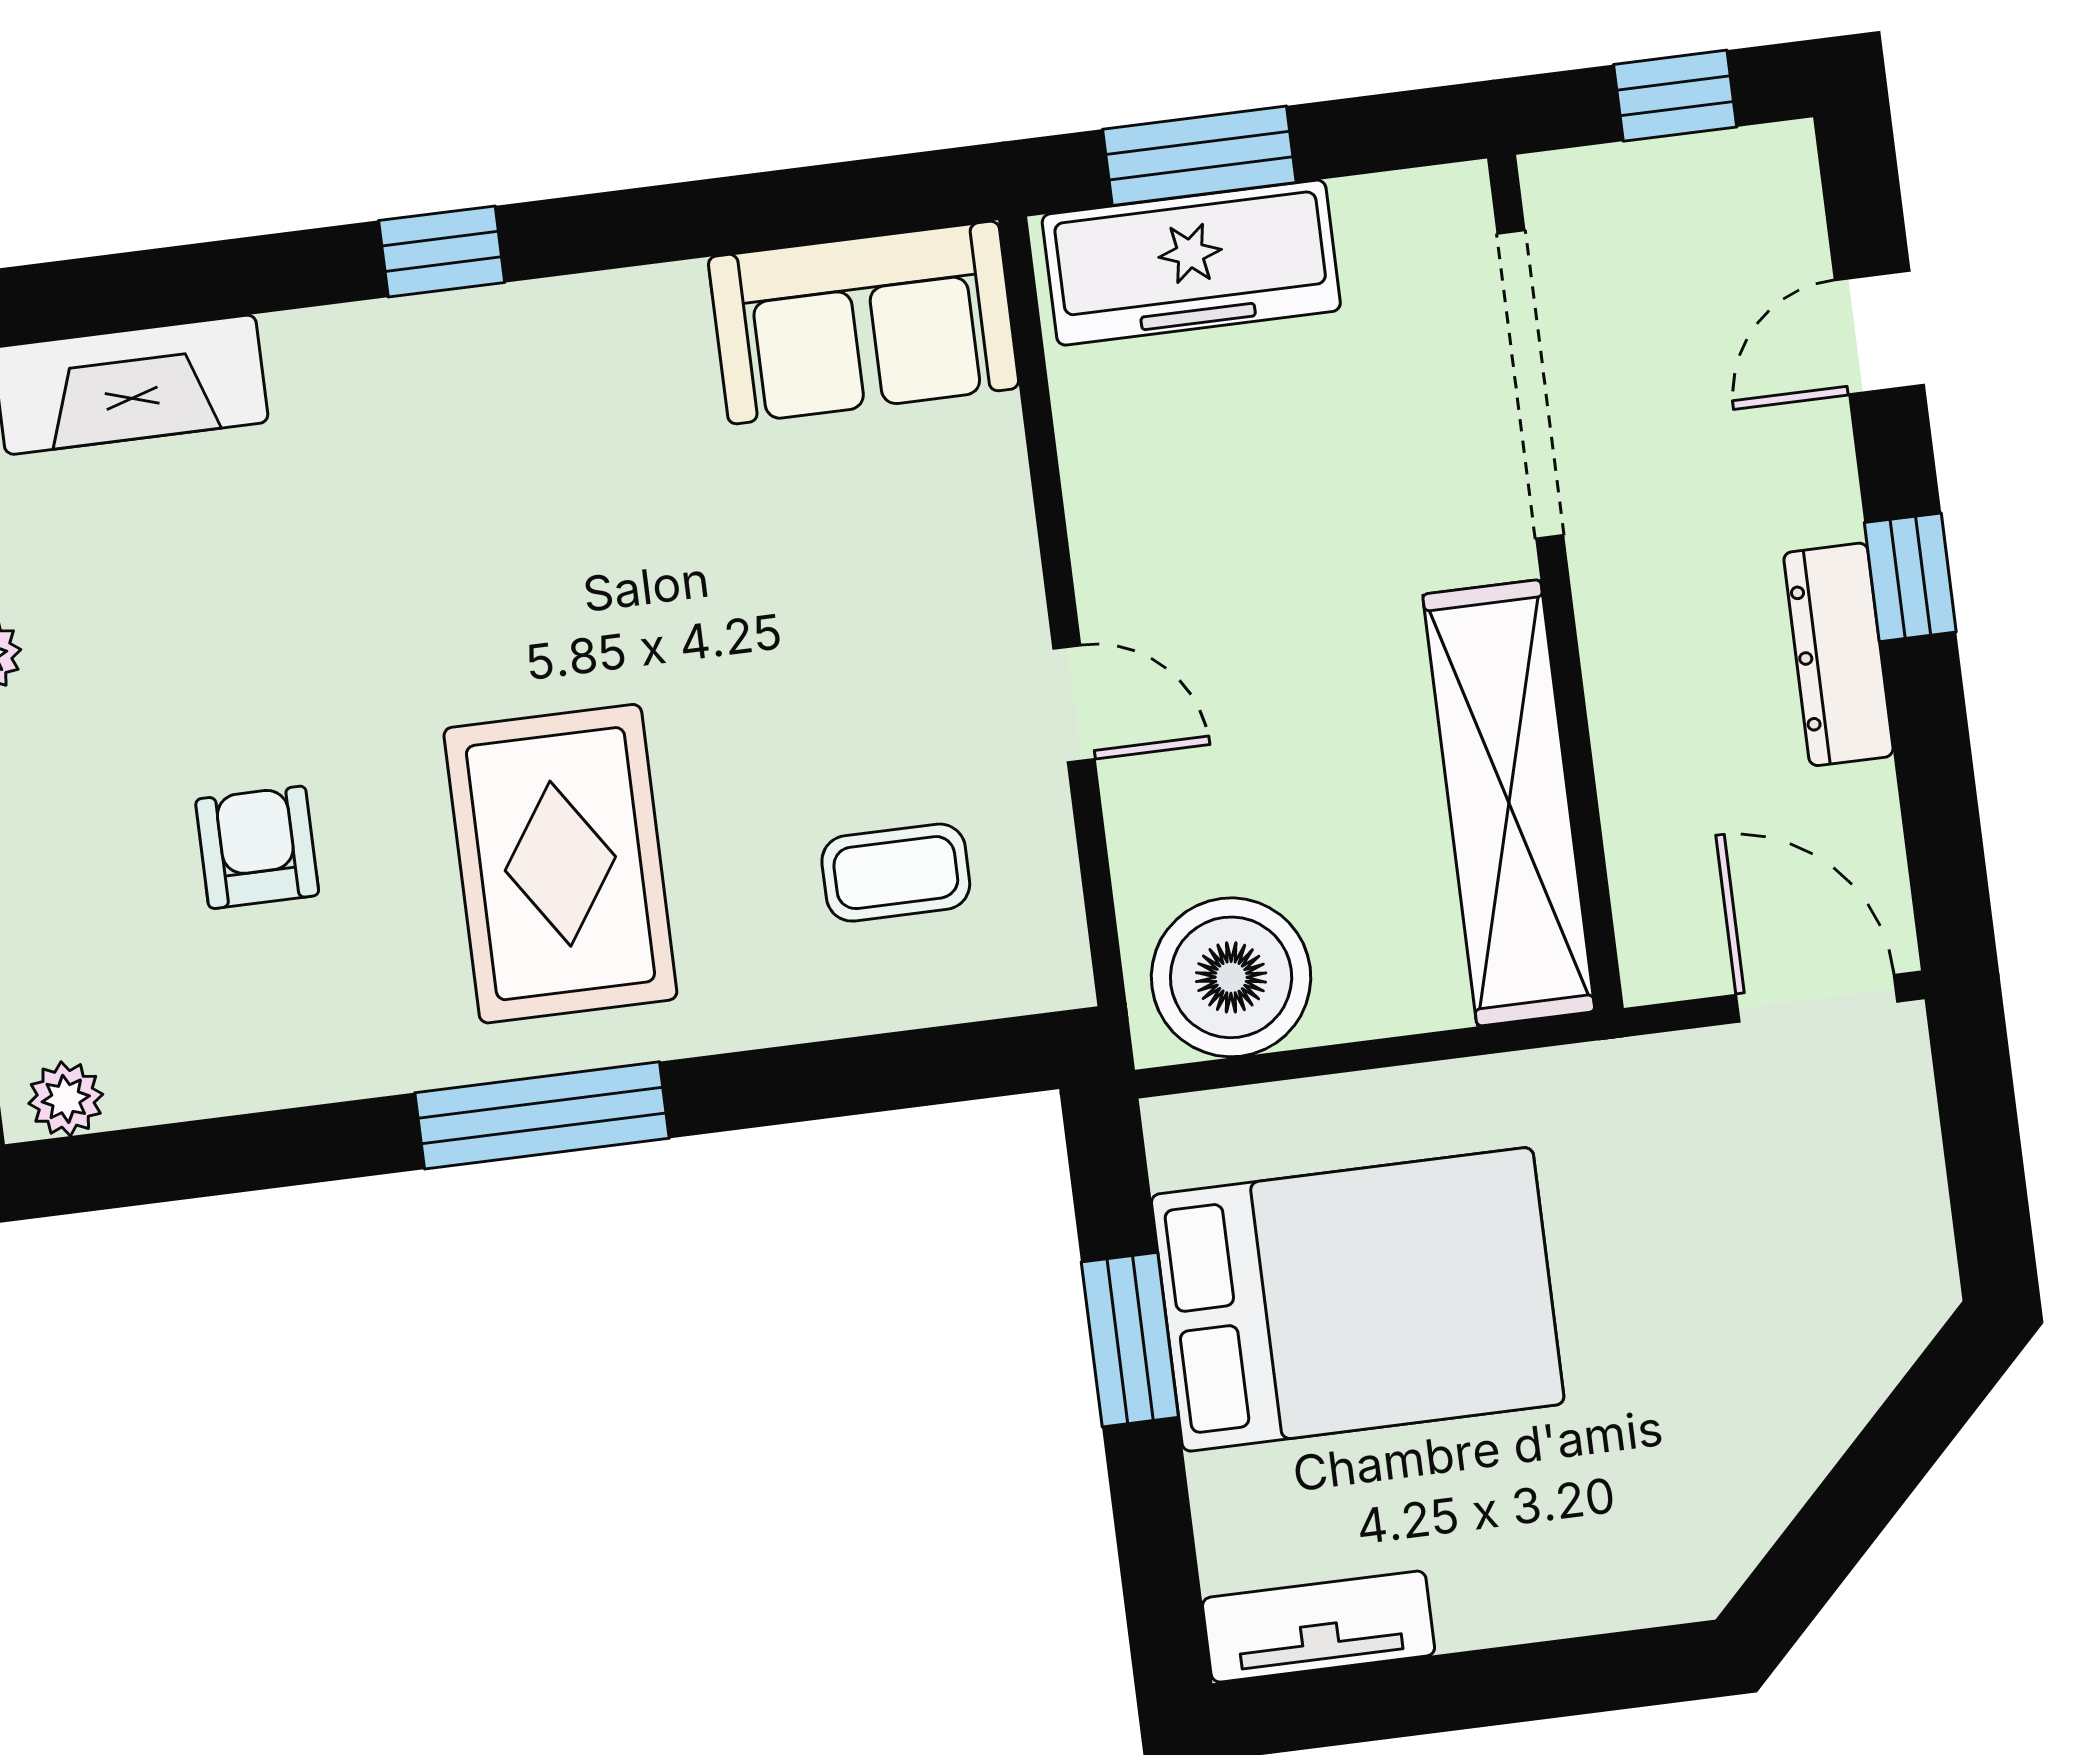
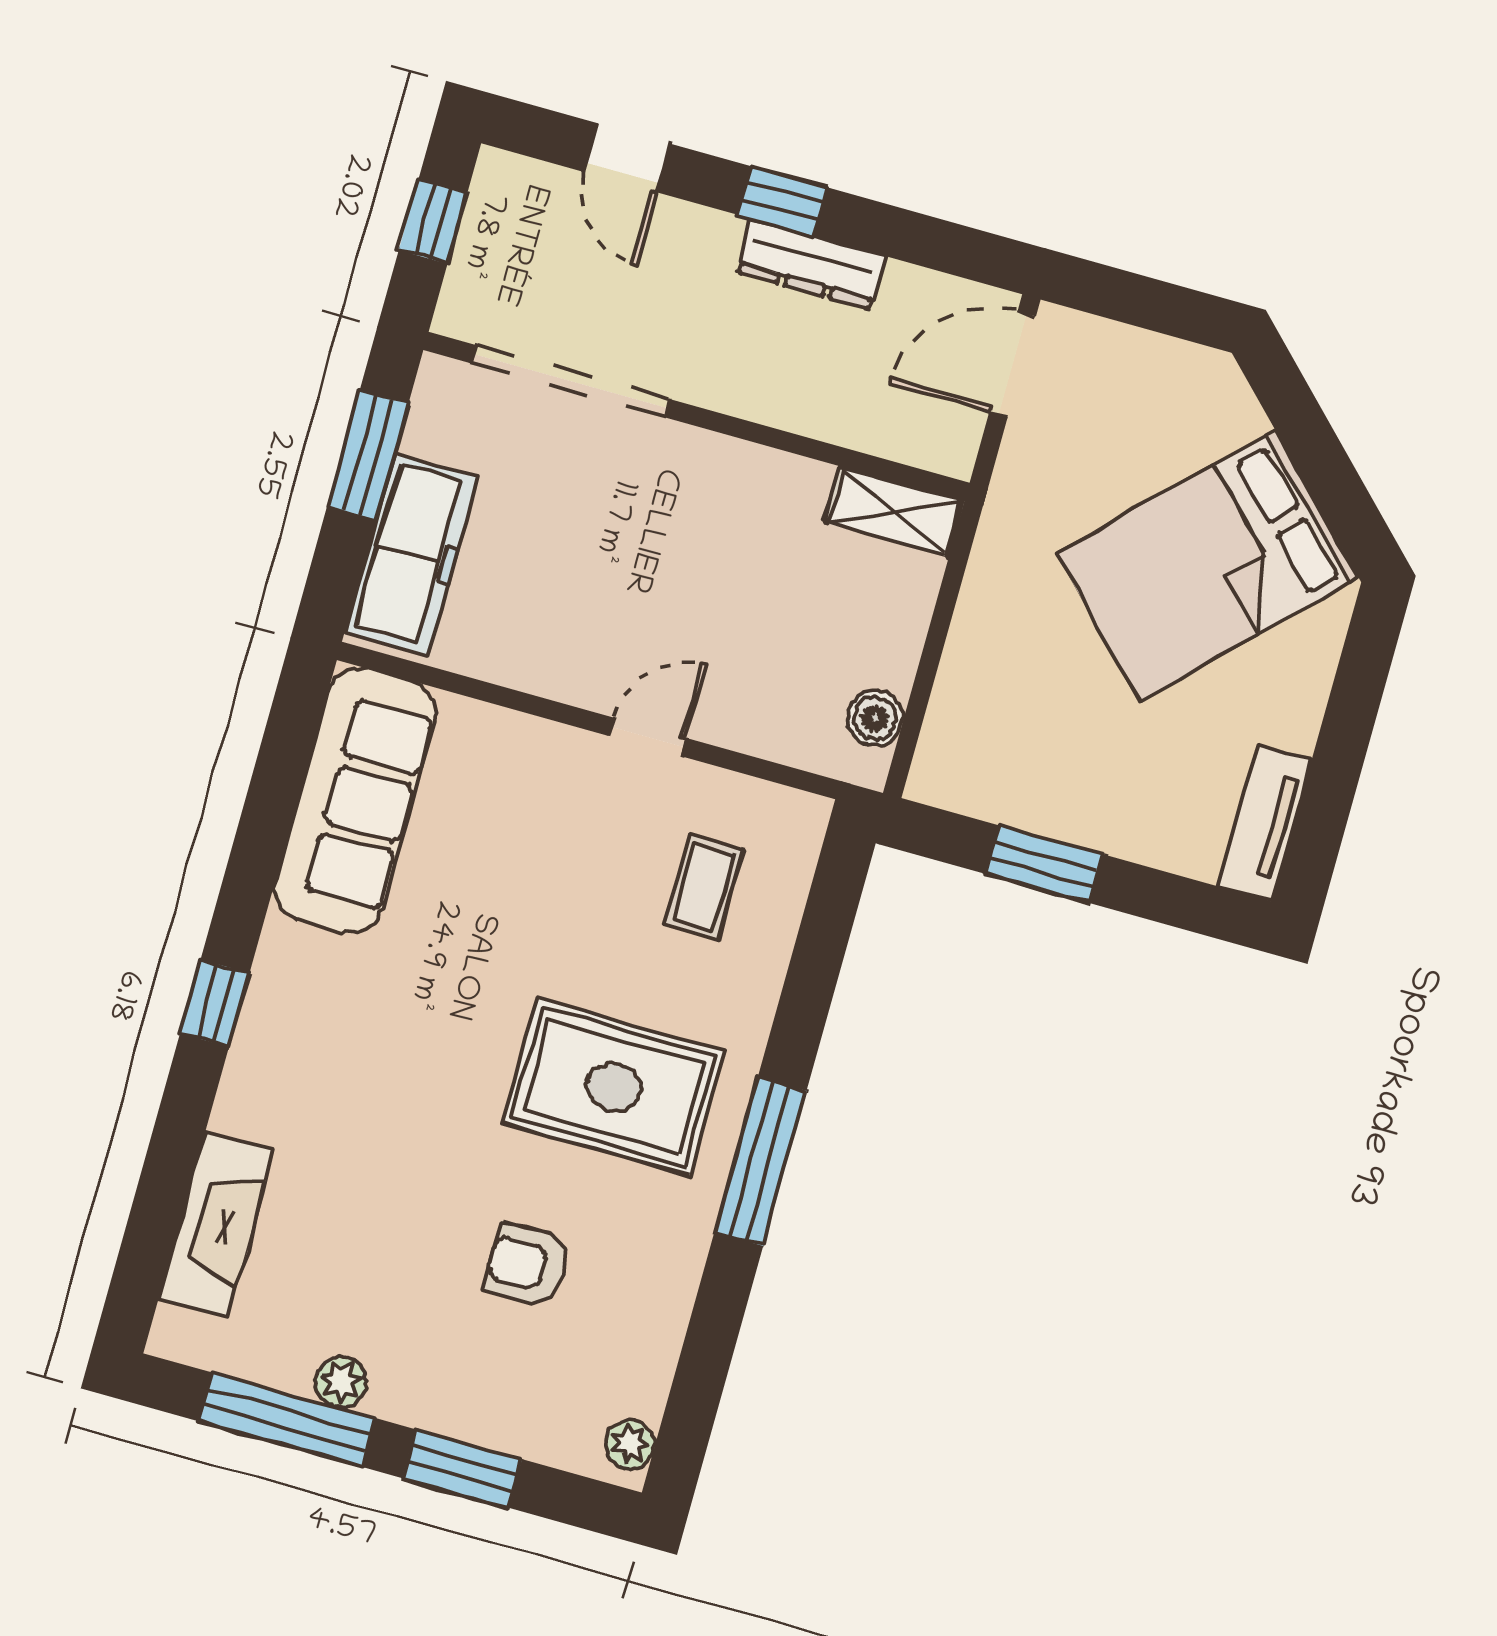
window: (1199, 156) -> (368, 455), moved
sofa: (864, 323) -> (355, 800), width x1.36
shelving: (1509, 803) -> (894, 512), width x0.45, depth x0.75
boiler: (1231, 977) -> (875, 718), width x0.54, depth x0.54
bed: (1358, 1299) -> (1207, 566), moved, turned -135

